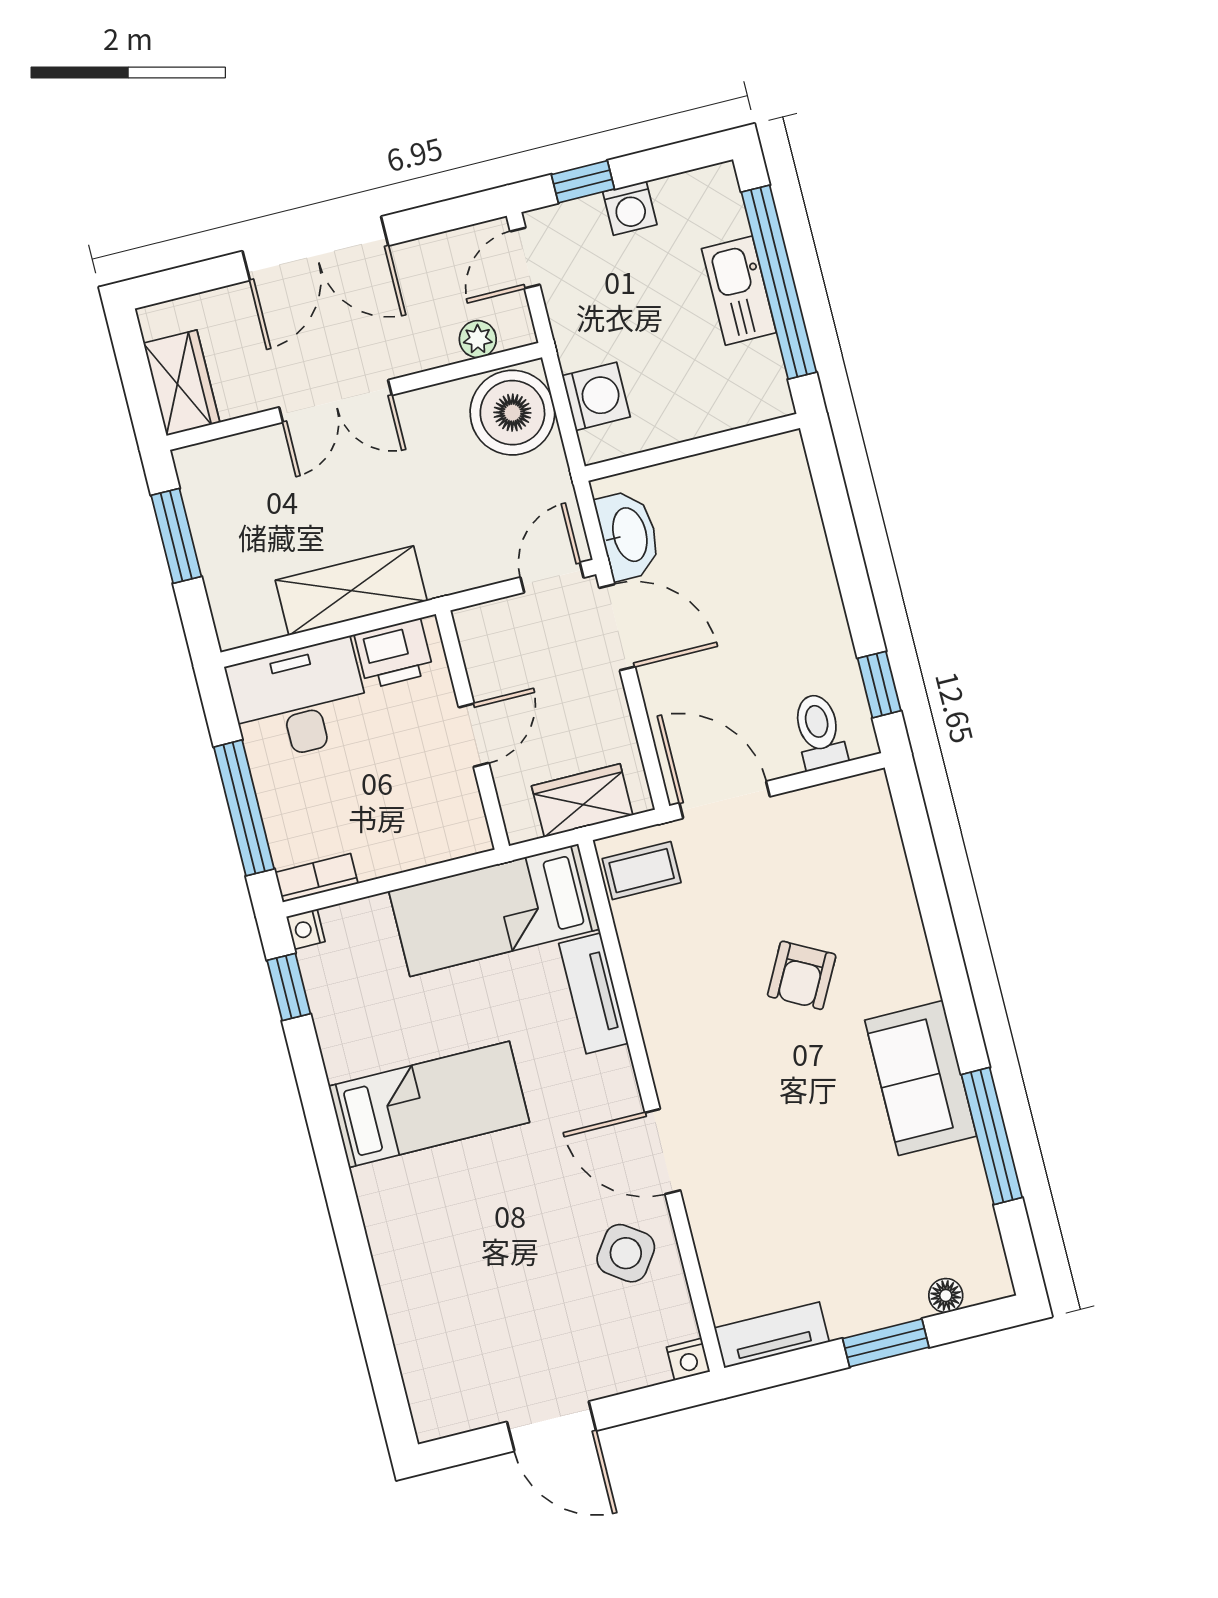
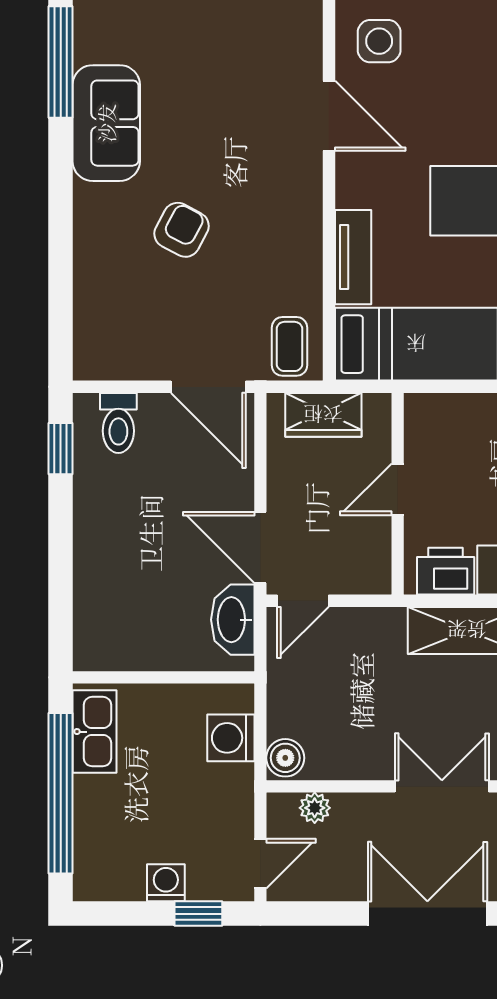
kitchen sink: (739, 291) -> (94, 732), moved
boiler: (512, 413) -> (285, 758), width x0.54, depth x0.54
coffee table: (642, 871) -> (289, 346), turned 90
side table: (626, 1253) -> (379, 41), turned -35

